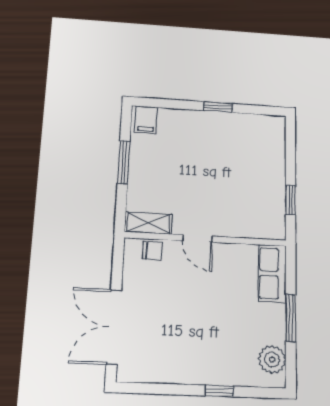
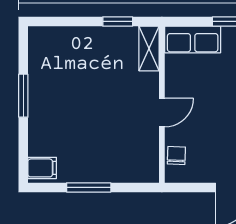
window: (218, 107) -> (23, 96), width x1.50
shelving: (148, 223) -> (149, 48), moved

